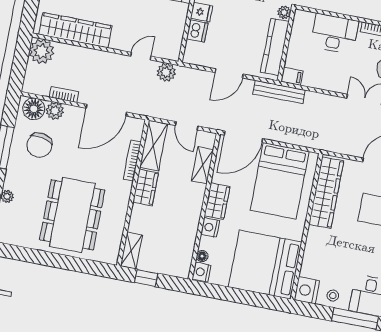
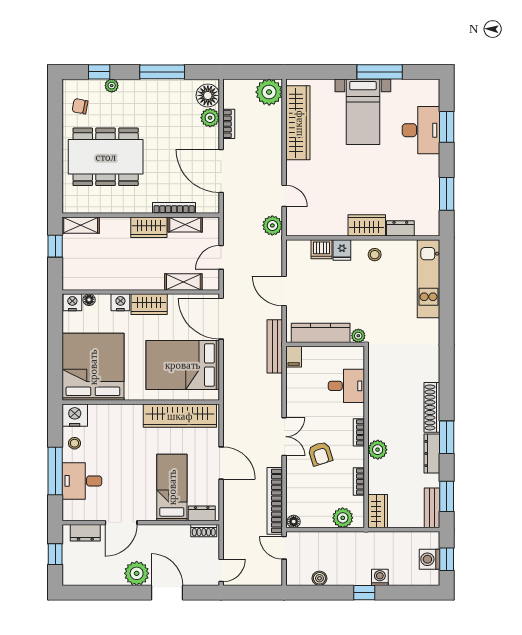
desk: (334, 34) -> (346, 386), width x0.73
chair: (39, 145) -> (80, 106), moved, width x0.54, depth x0.54
shelving: (153, 146) -> (185, 225), width x0.67, depth x0.75

